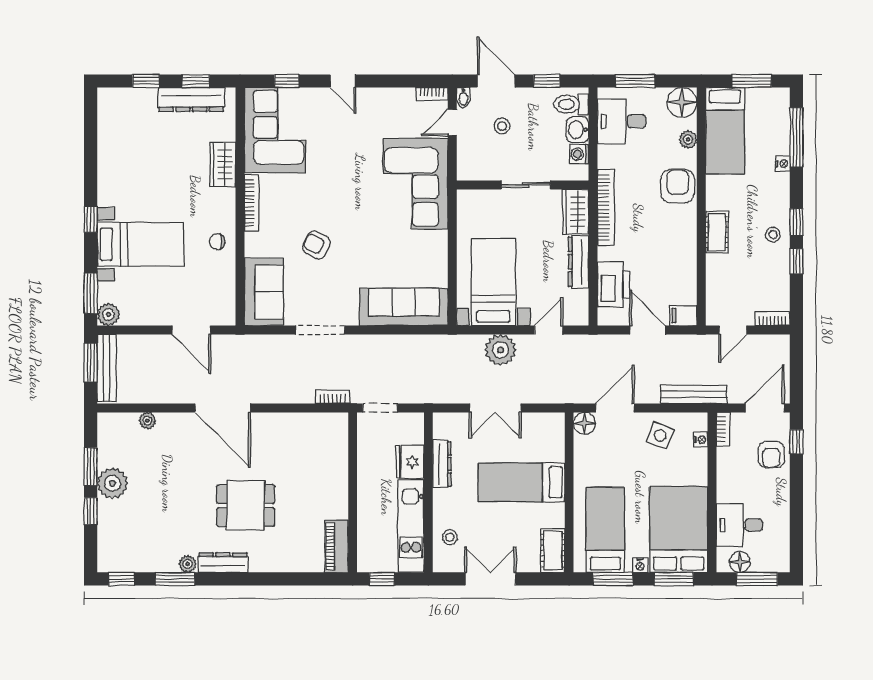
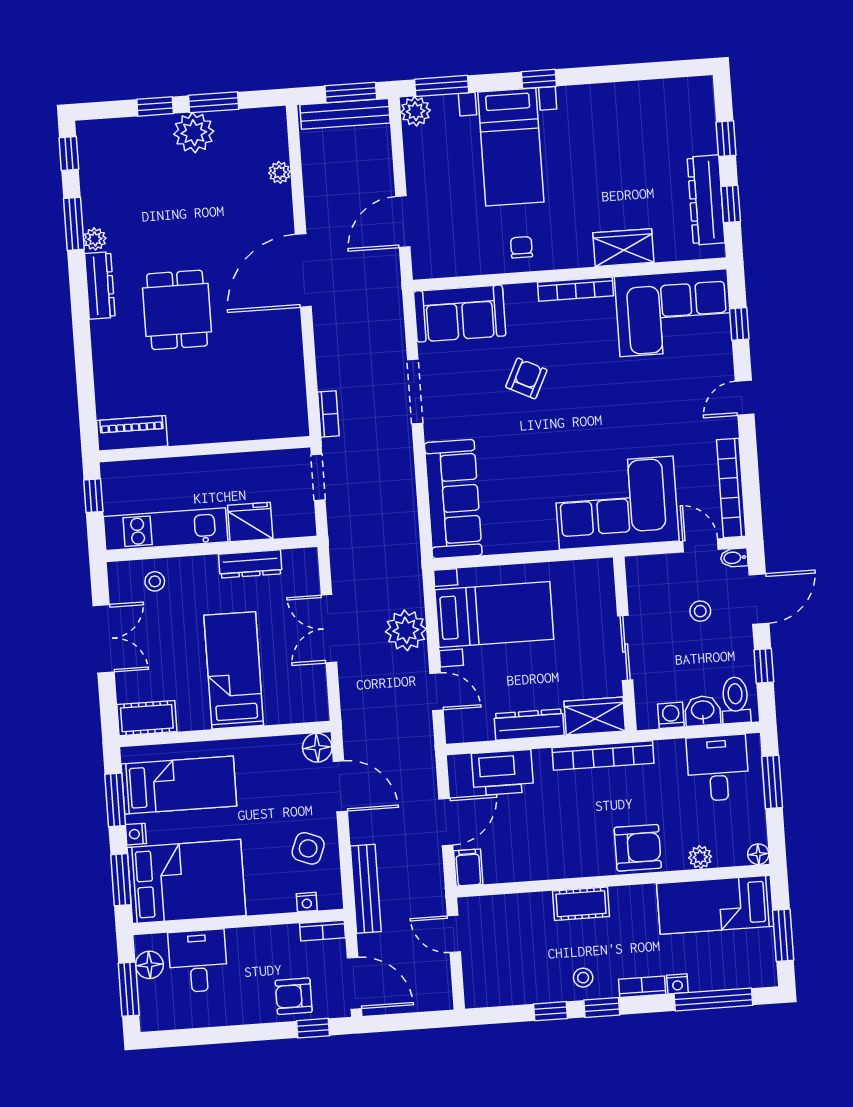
bookcase: (432, 94) -> (731, 488), width x2.31, depth x1.31
floor lamp: (682, 102) -> (758, 854), width x0.53, depth x0.53
bookcase: (773, 319) -> (642, 987), moved, turned -90

